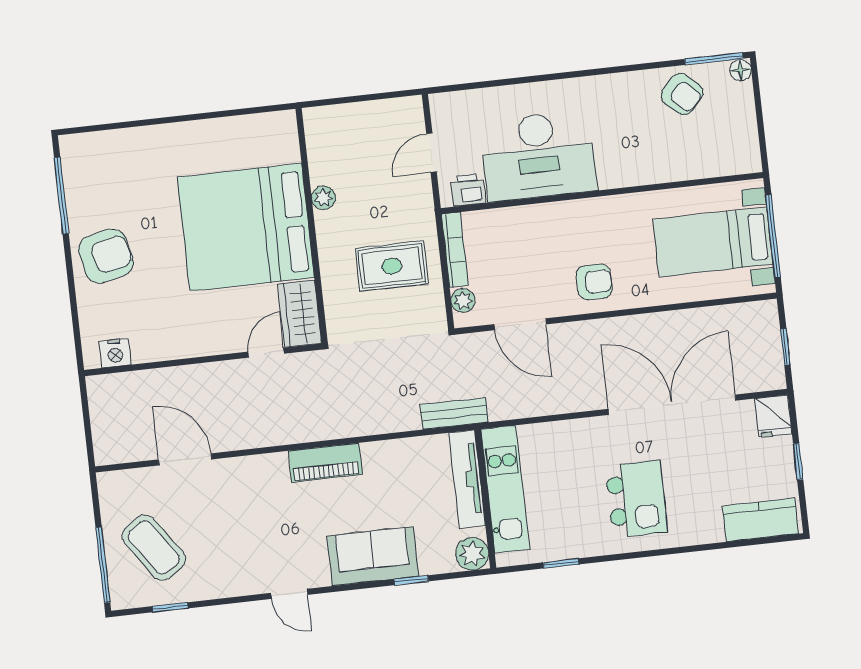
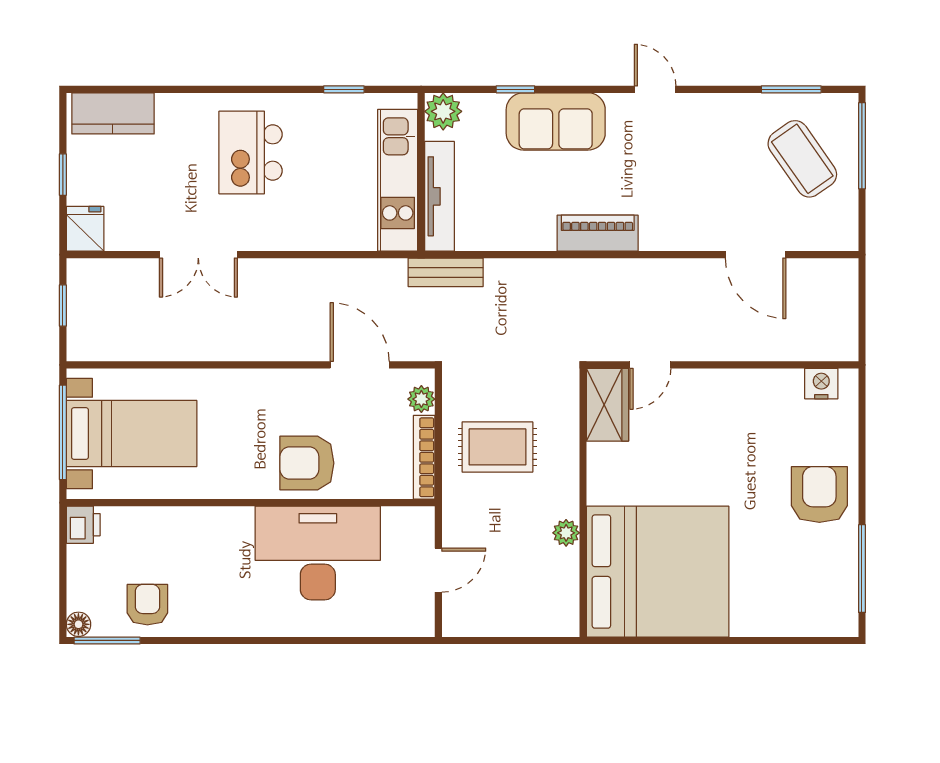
armchair: (682, 94) -> (147, 605), turned 47
printer: (468, 190) -> (83, 525), moved, turned -90
bed: (246, 227) -> (658, 572), moved
armchair: (106, 256) -> (819, 494), turned 103
armchair: (594, 282) -> (307, 463), moved, width x1.38, depth x1.38
double door: (672, 405) -> (198, 255), width x0.54
window: (170, 607) -> (791, 89), width x1.50

